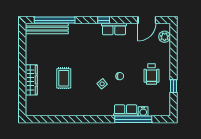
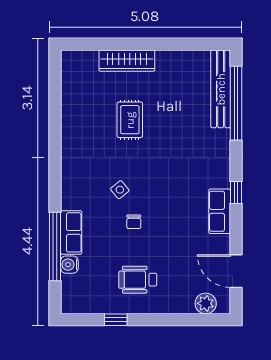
rug: (64, 78) -> (130, 120), turned 90

